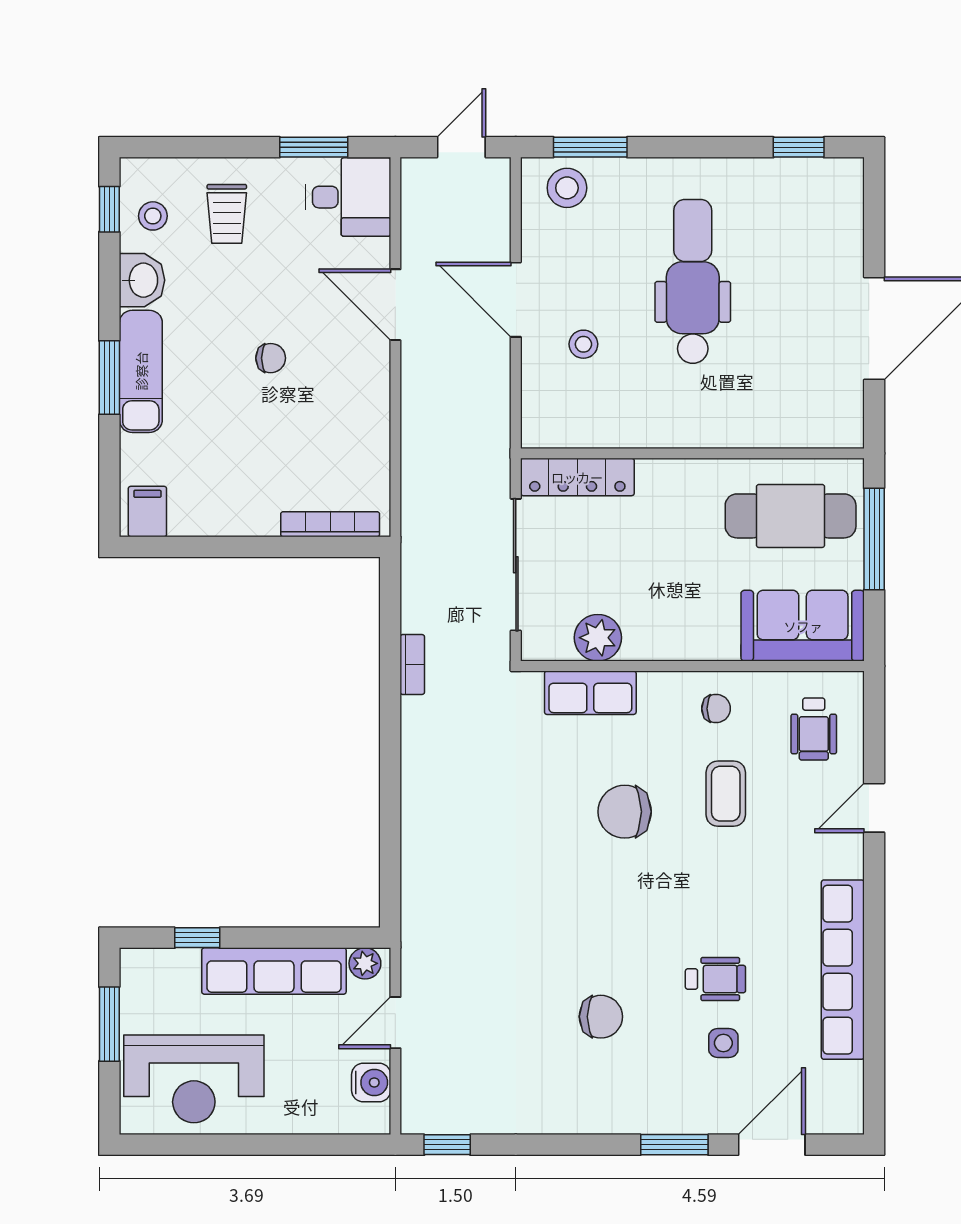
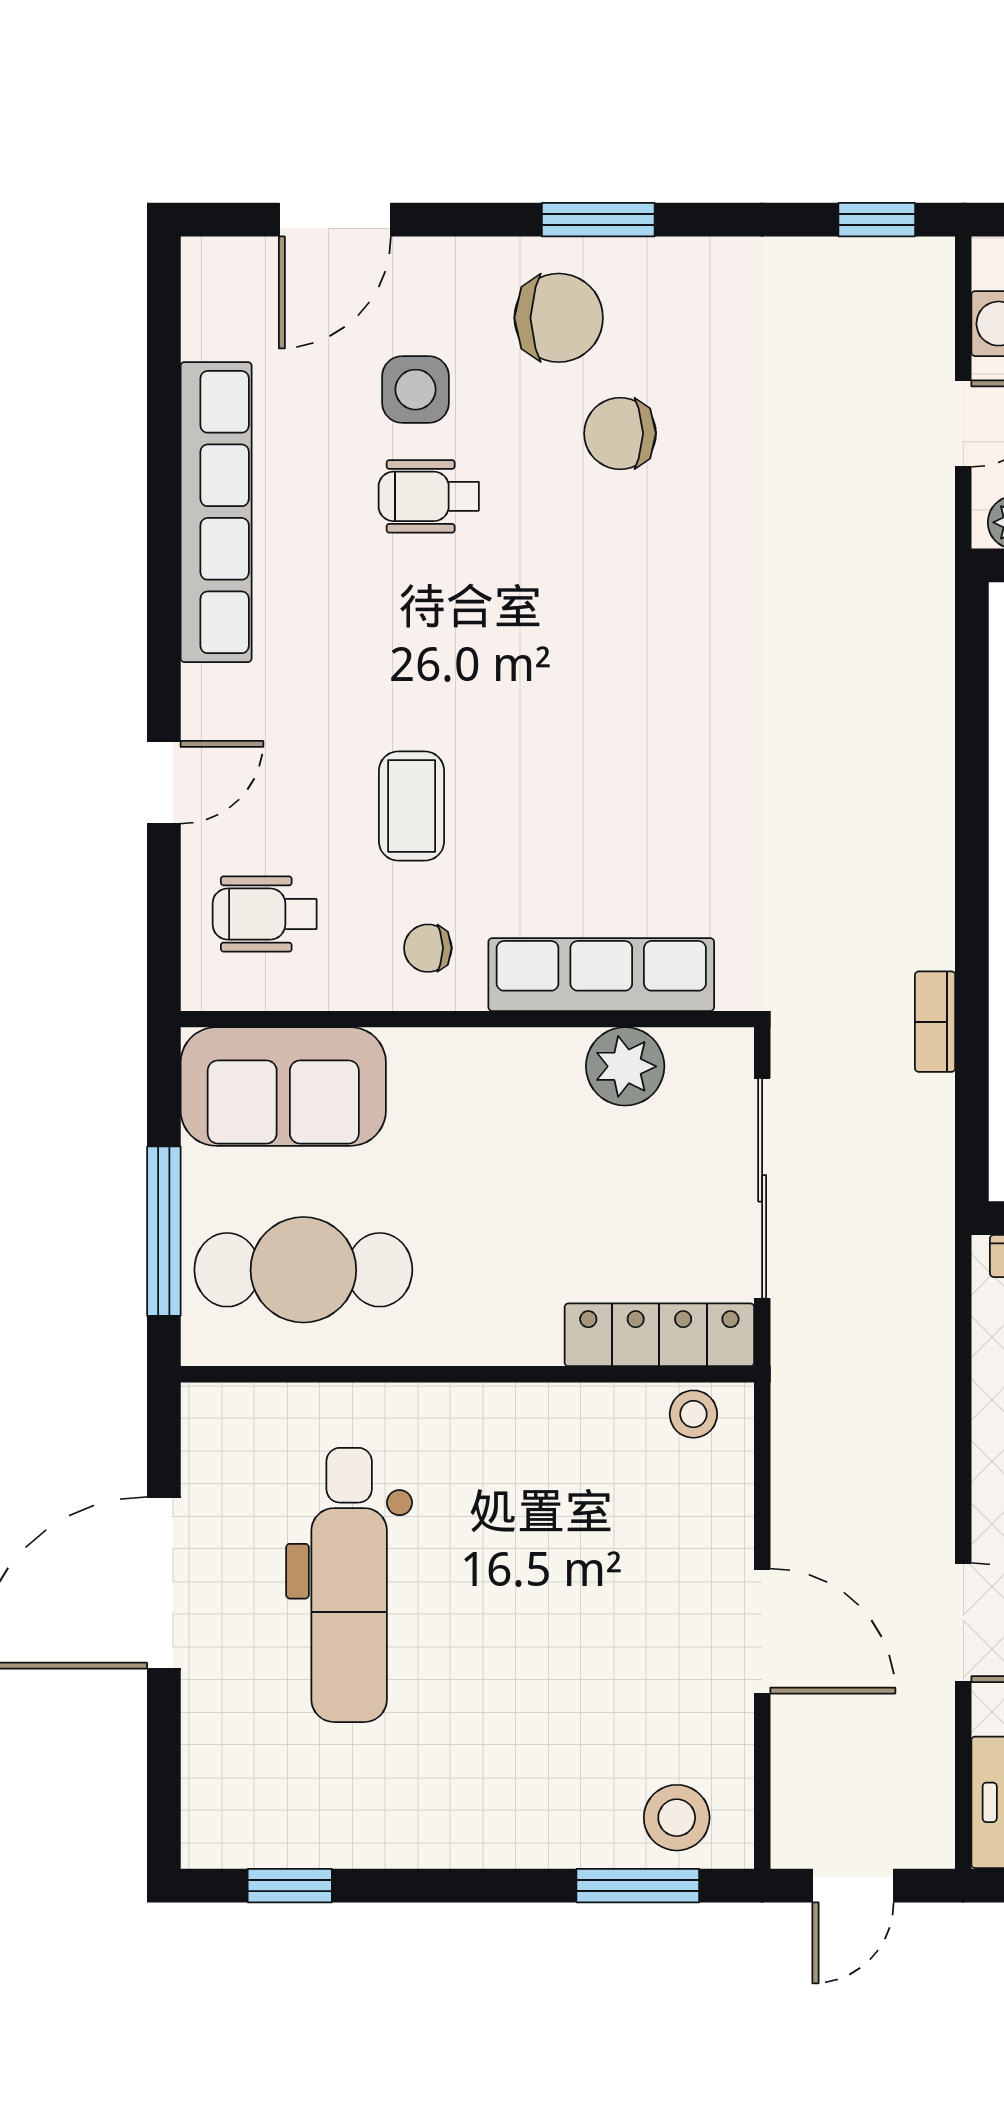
dental chair: (693, 281) -> (349, 1585), moved
stool: (583, 344) -> (693, 1414), moved
row of seats: (590, 693) -> (601, 975), width x1.48
wheelchair: (814, 729) -> (265, 914), turned -90
chair: (625, 812) -> (559, 318), moved
side table: (723, 1043) -> (416, 390), width x1.37, depth x1.37
window: (674, 1145) -> (598, 220), moved

